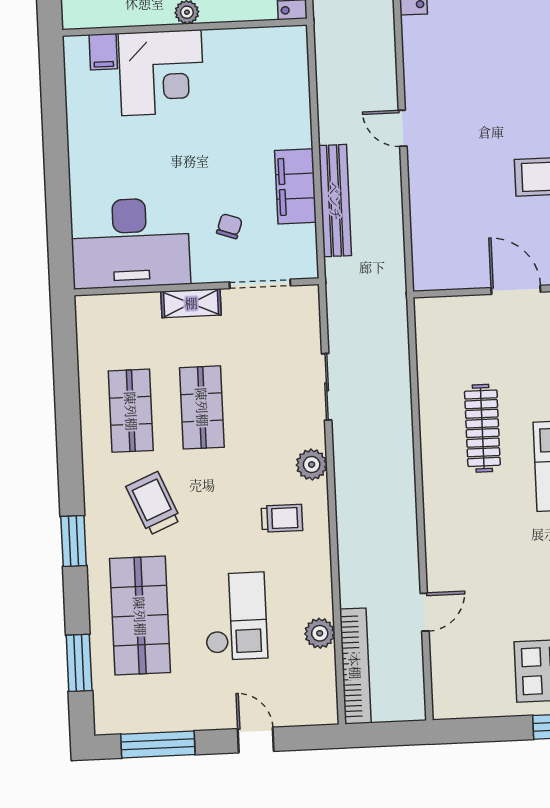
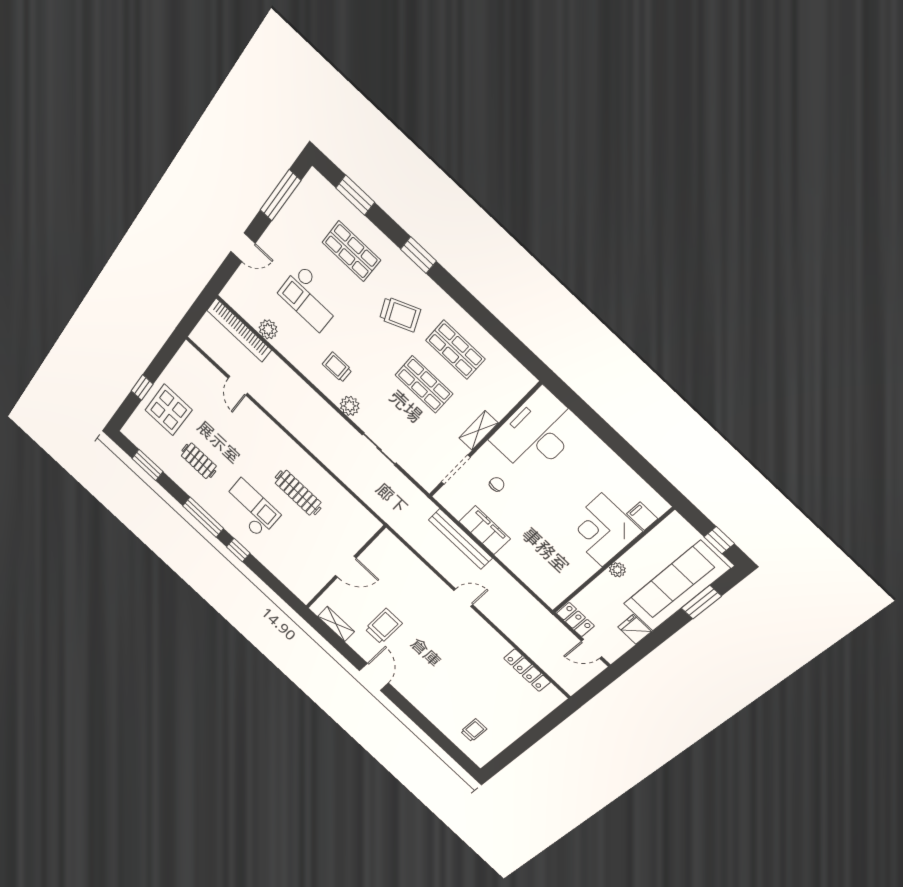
chair: (229, 226) -> (497, 484), turned -109
trolley: (282, 518) -> (337, 367), turned 90
shop shelf: (140, 616) -> (351, 251), width x0.70, depth x0.74

